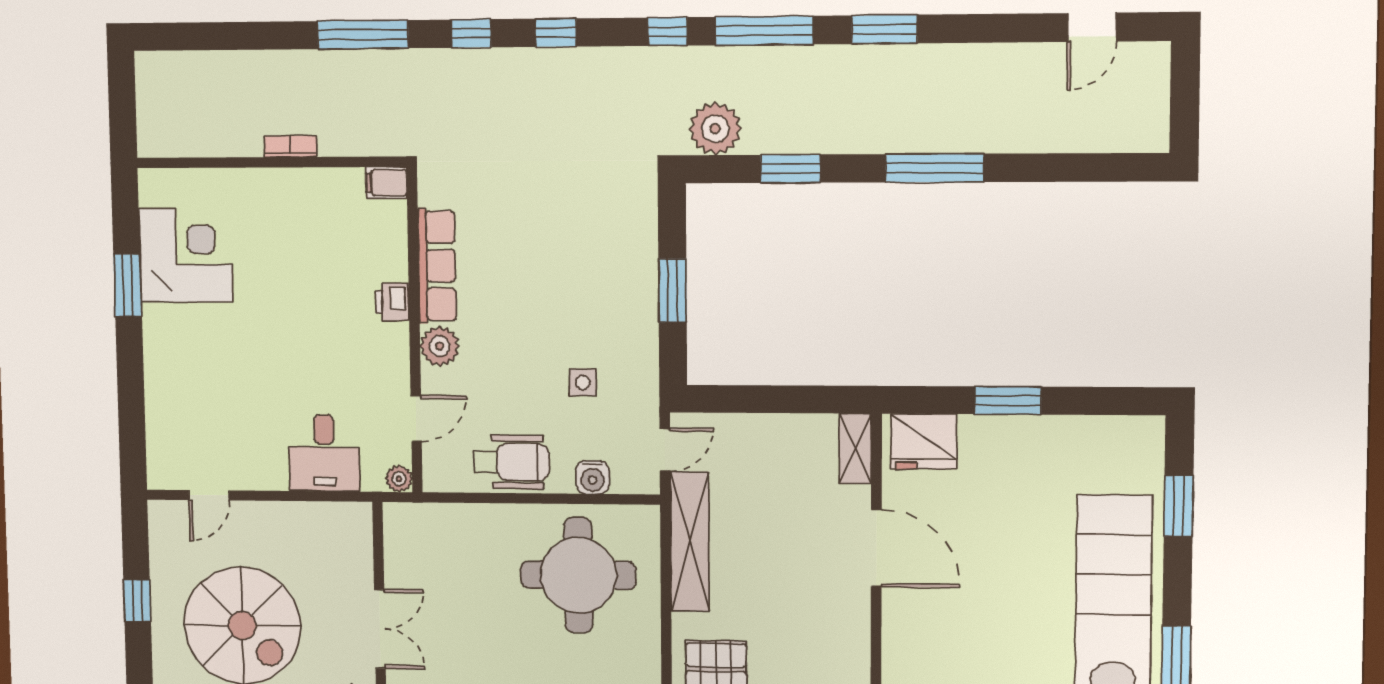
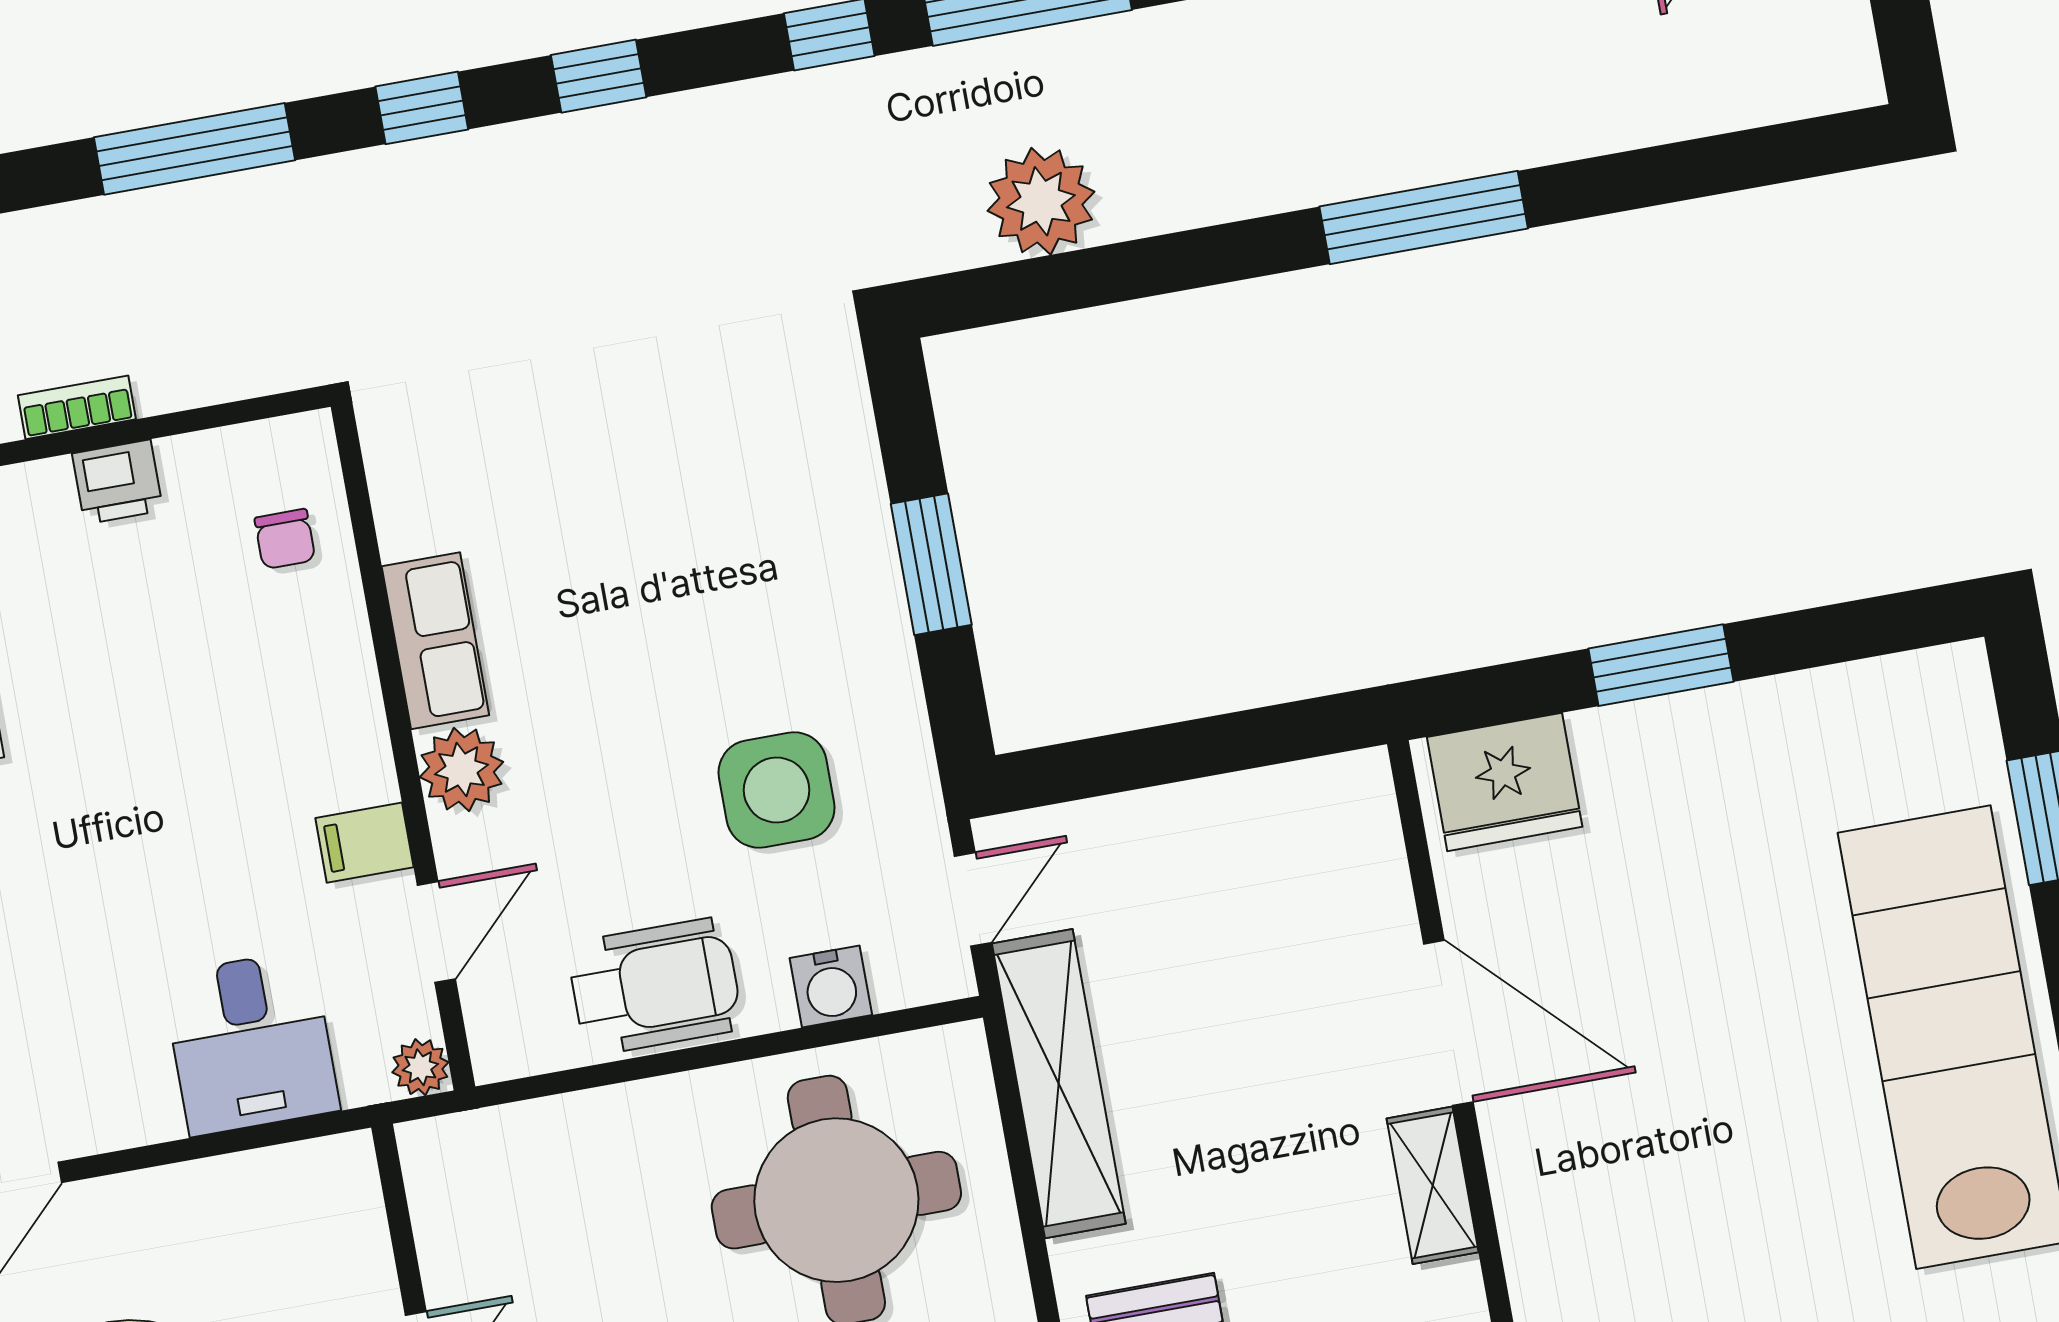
plant: (715, 129) -> (1041, 201), moved
window: (791, 169) -> (1131, 270), removed
filing cabinet: (386, 183) -> (364, 843), moved
chair: (376, 225) -> (285, 539), added
row of seats: (437, 266) -> (435, 641), width x0.68
printer: (392, 302) -> (117, 482), moved, turned -90
side table: (583, 382) -> (777, 790), width x1.87, depth x1.87
shelving: (855, 449) -> (1433, 1185), moved

